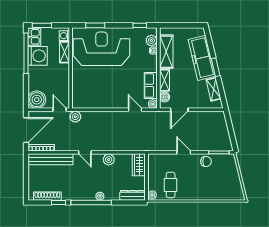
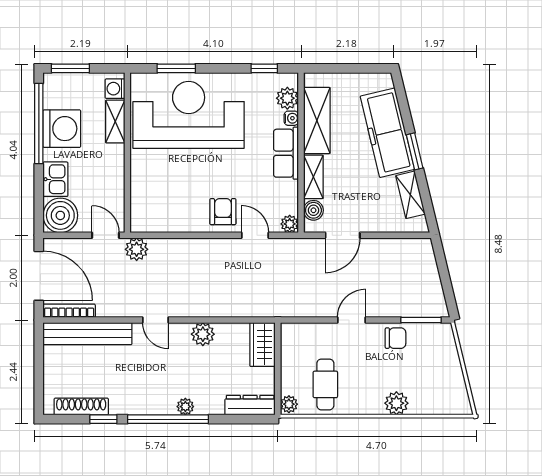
kitchen sink: (34, 37) -> (55, 179), moved
row of seats: (151, 85) -> (286, 153), moved
armchair: (119, 98) -> (223, 212), added
door: (26, 130) -> (39, 276), hinge flipped
door: (184, 152) -> (351, 320), hinge flipped
plant: (206, 194) -> (396, 403), added

